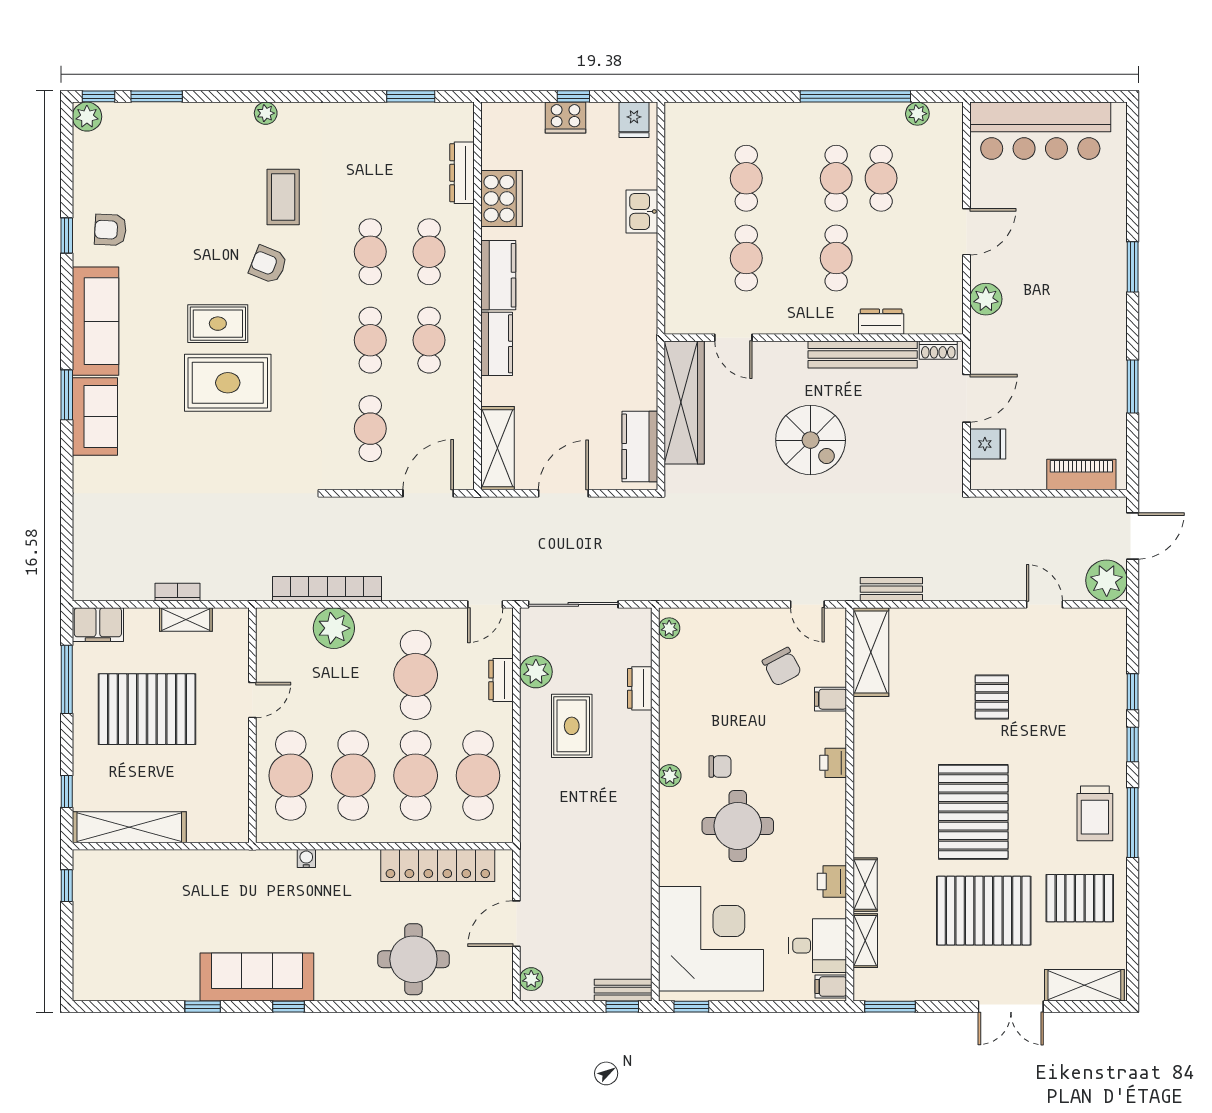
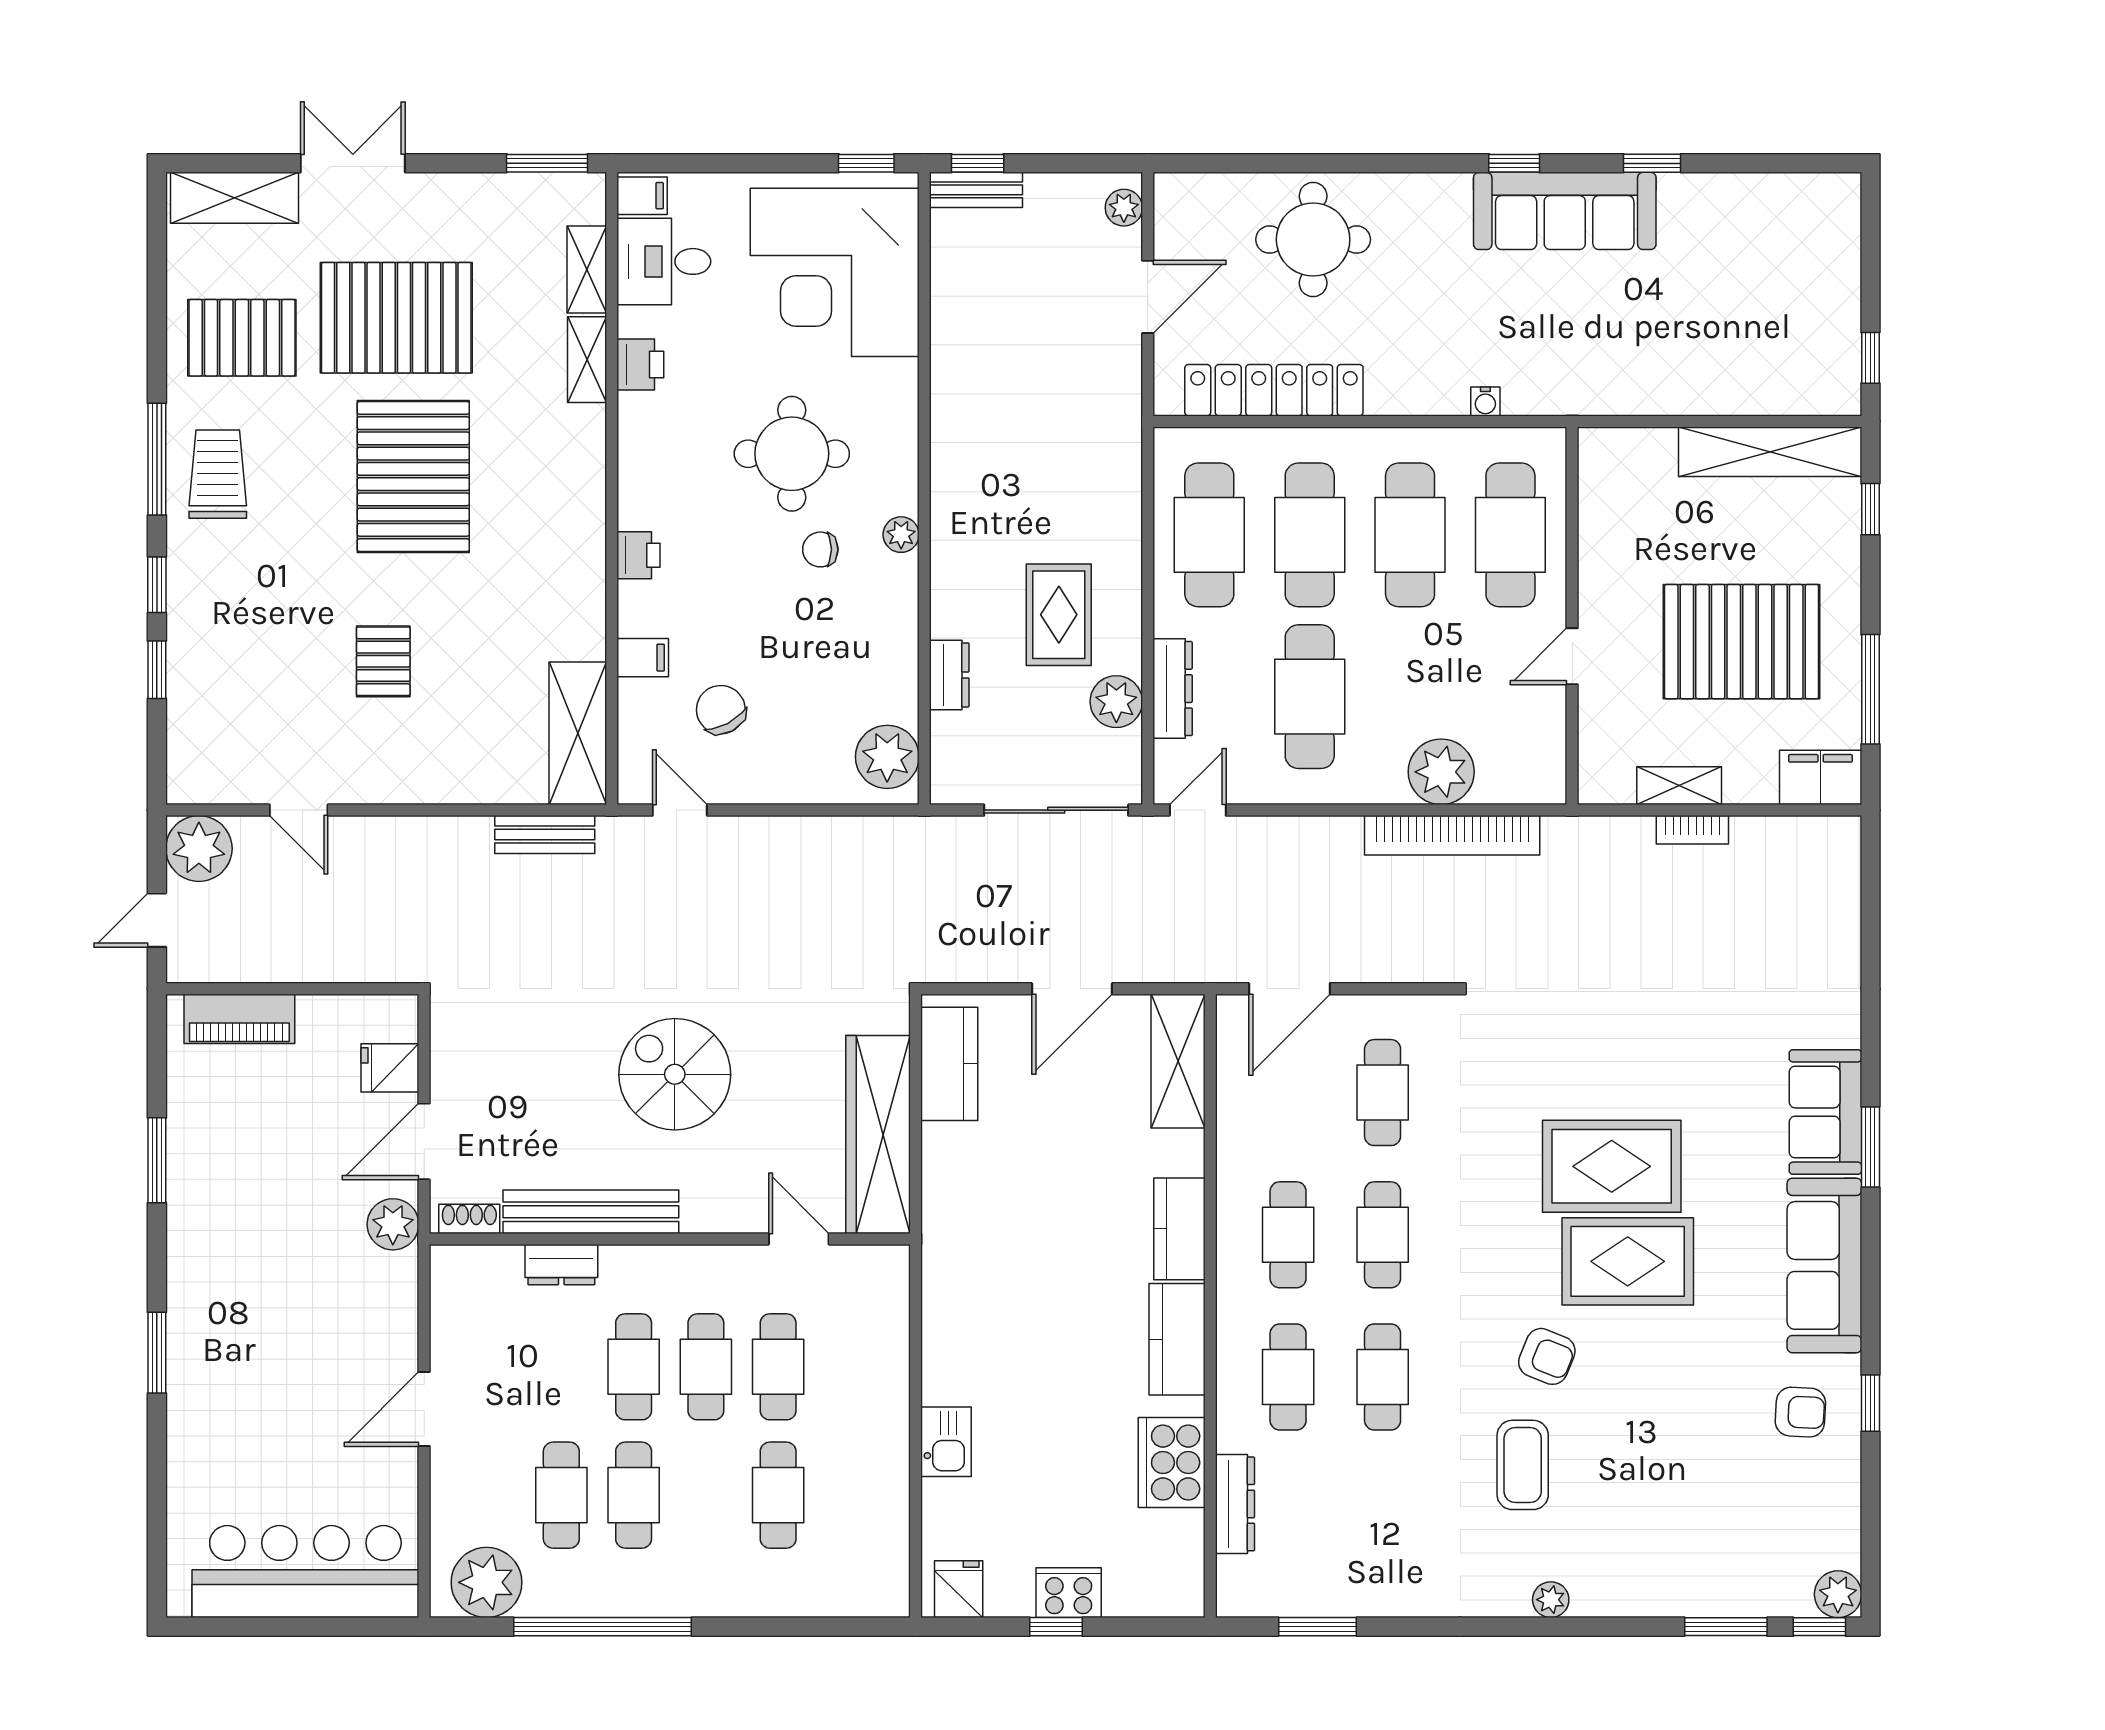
plant: (917, 114) -> (487, 1582), width x1.87, depth x1.87
cafe table: (791, 258) -> (706, 1367), added
plant: (986, 299) -> (393, 1224), moved
rug: (218, 324) -> (1628, 1261), width x1.36, depth x1.43
door: (1133, 536) -> (157, 920), width x0.73
plant: (669, 628) -> (887, 757), width x1.88, depth x1.88
dresser: (501, 680) -> (1173, 689), width x1.44

